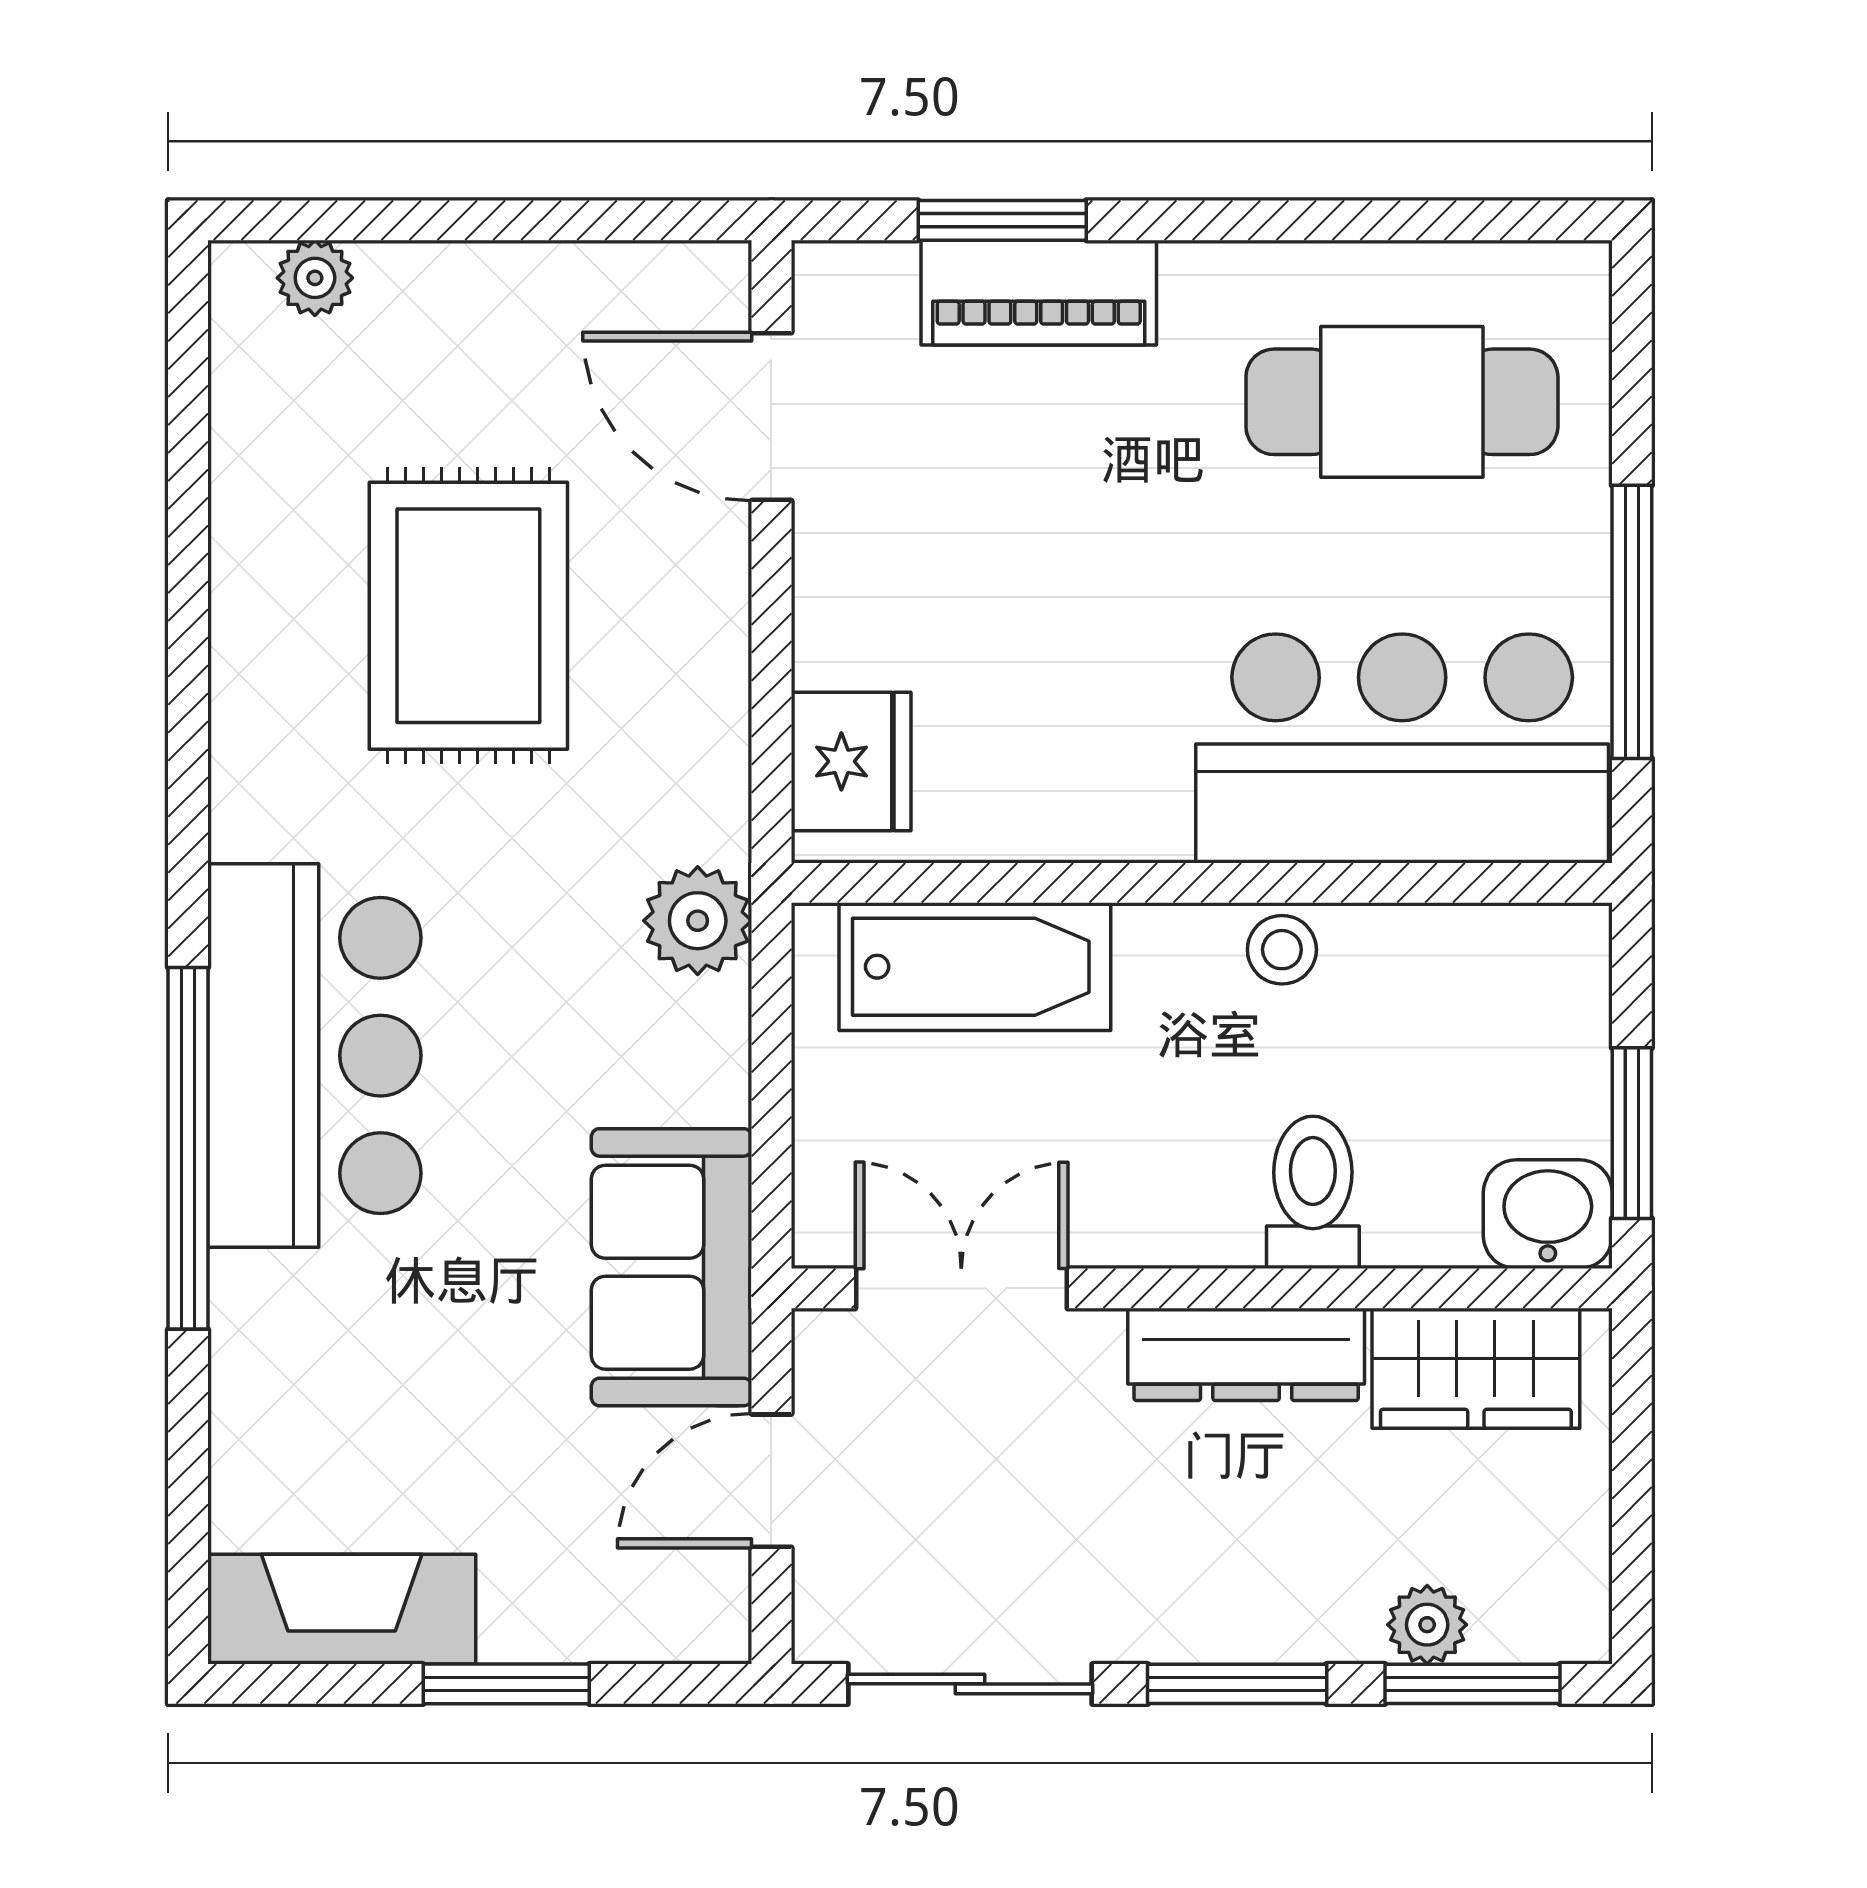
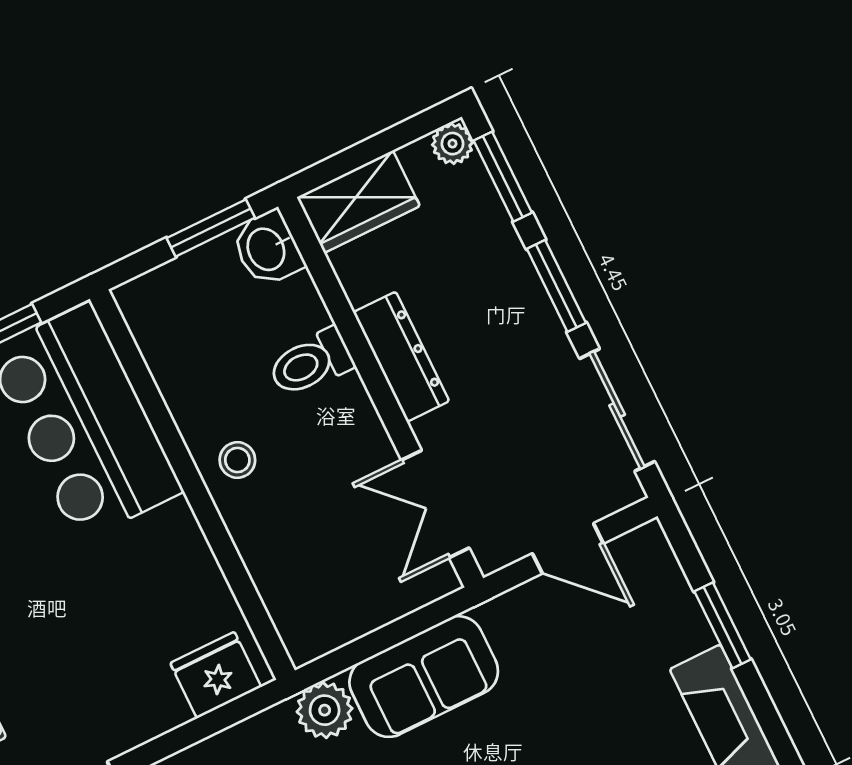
stool: (1282, 950) -> (237, 460), moved
bathtub: (975, 967) -> (283, 571), removed
sofa: (672, 1267) -> (424, 677), moved
wardrobe: (1476, 1368) -> (358, 202), moved, turned 90
plant: (1427, 1625) -> (452, 144), moved

